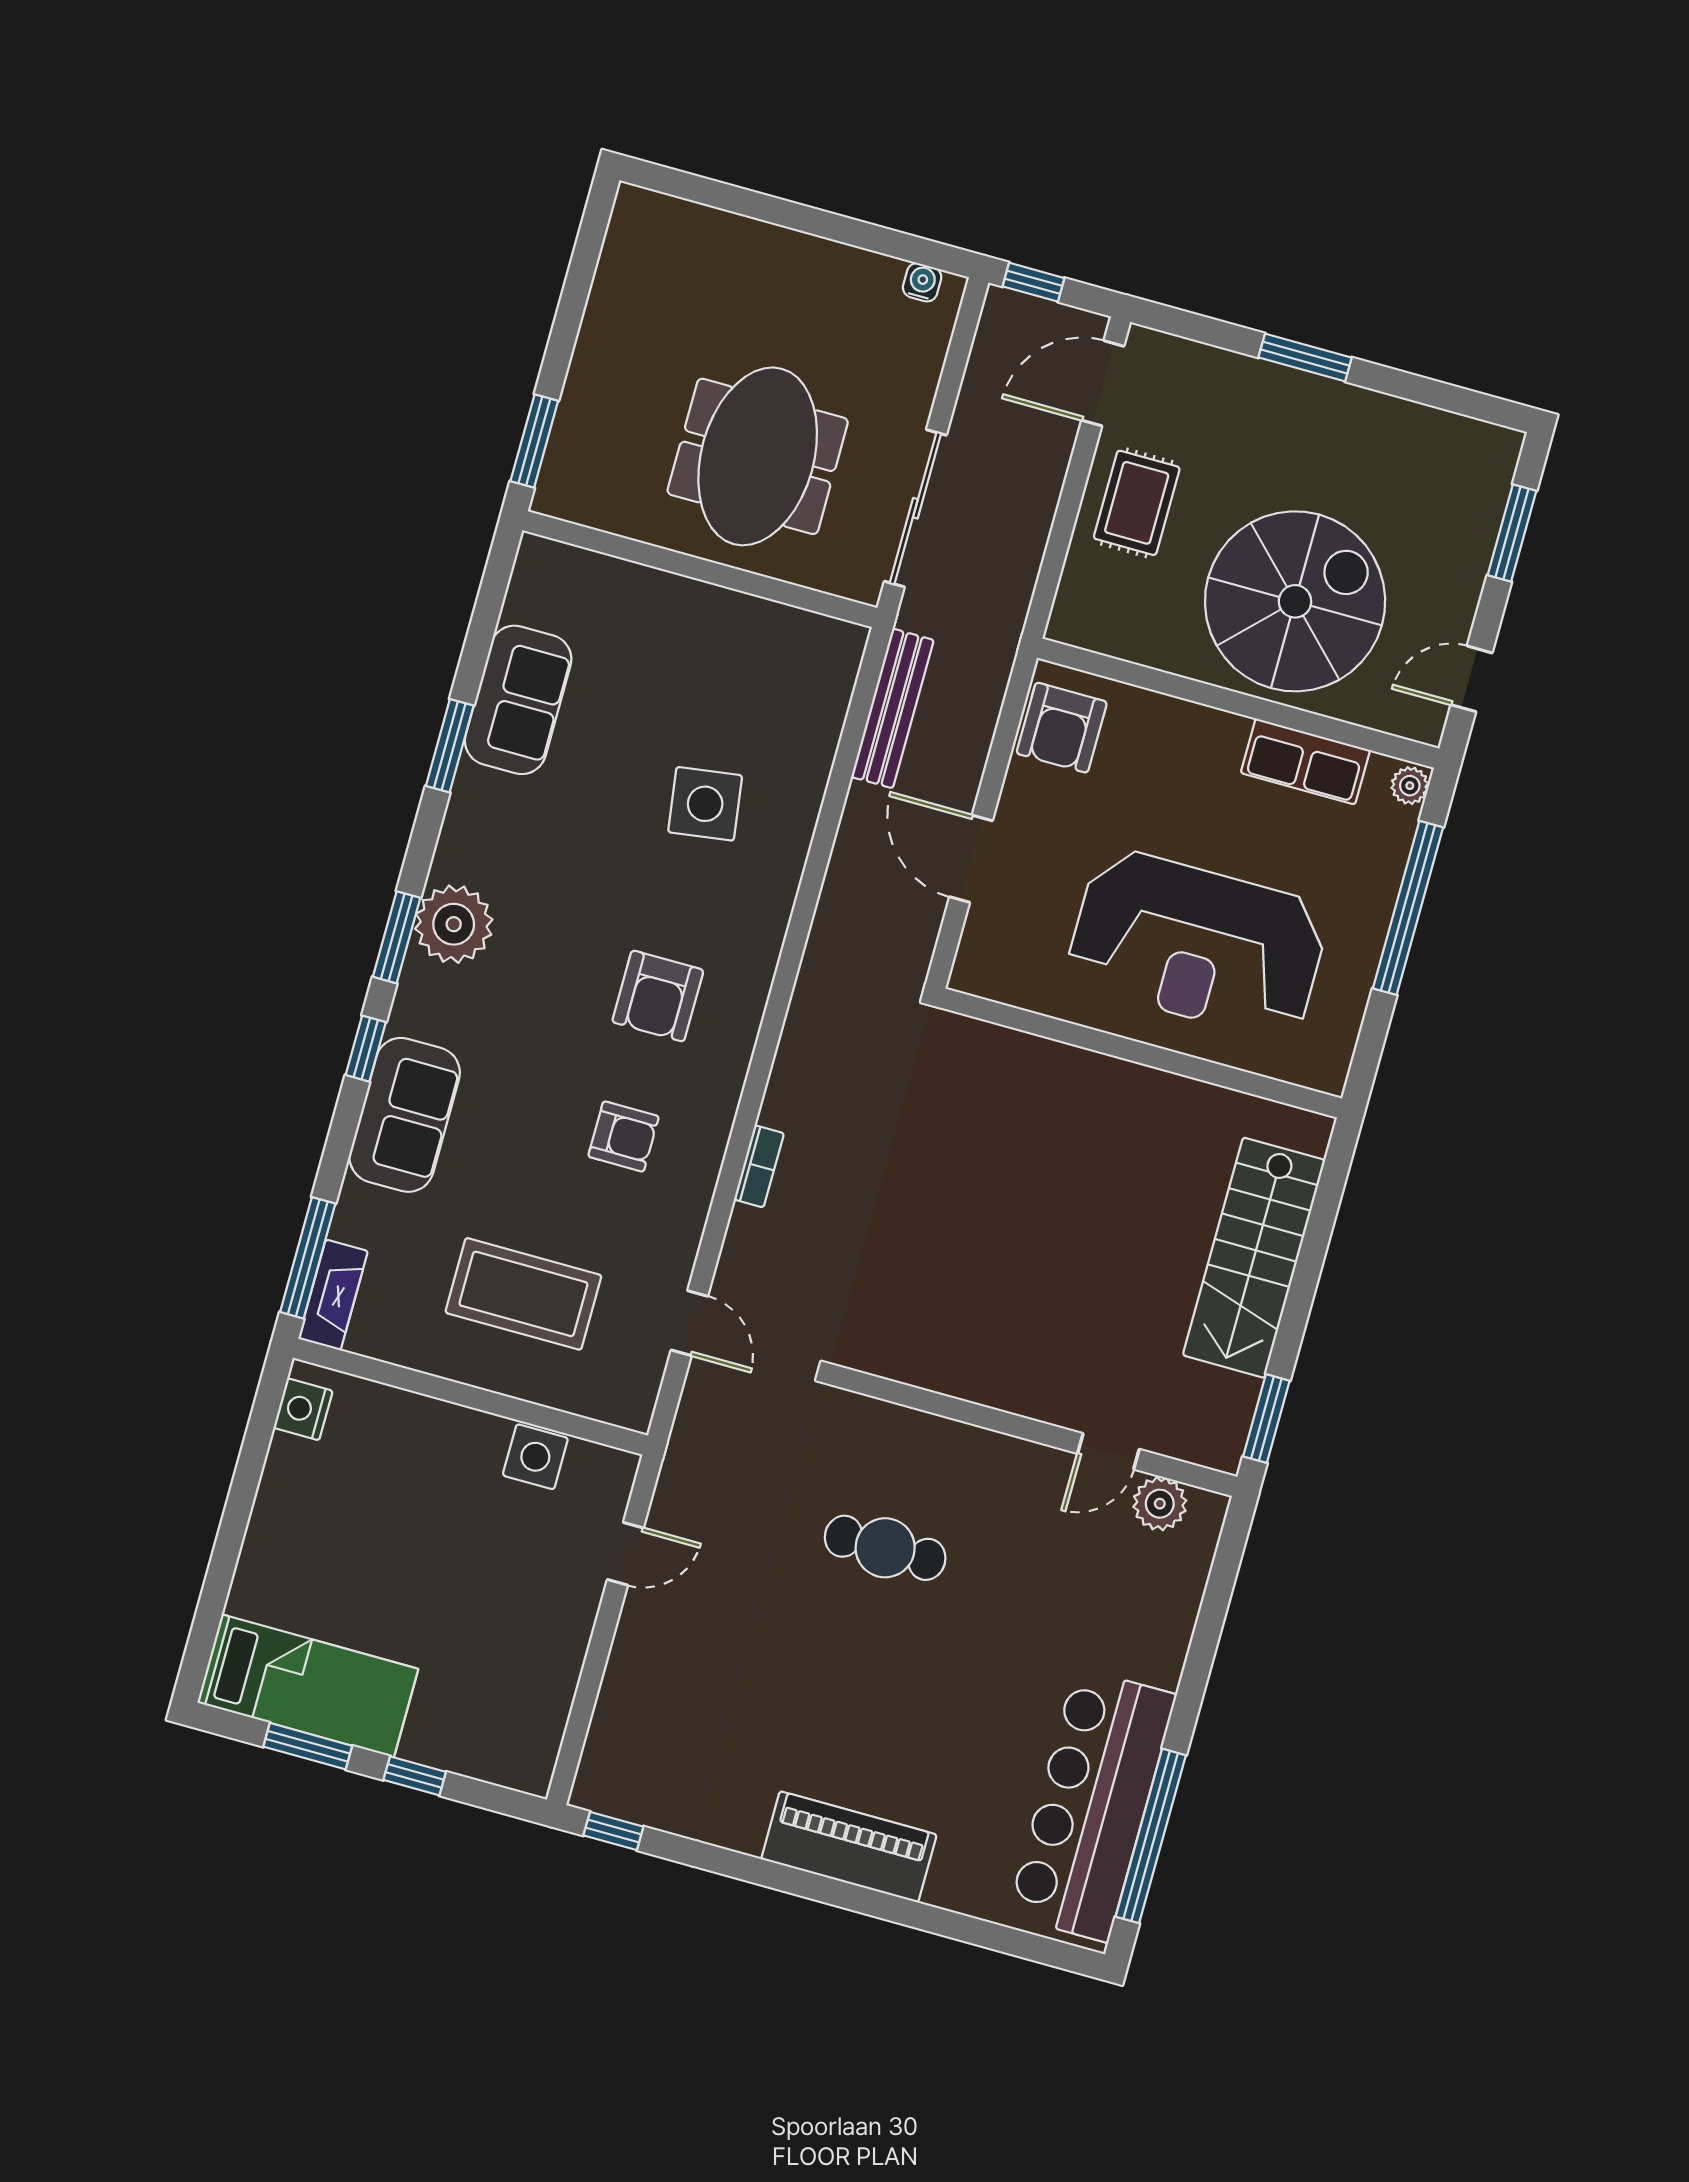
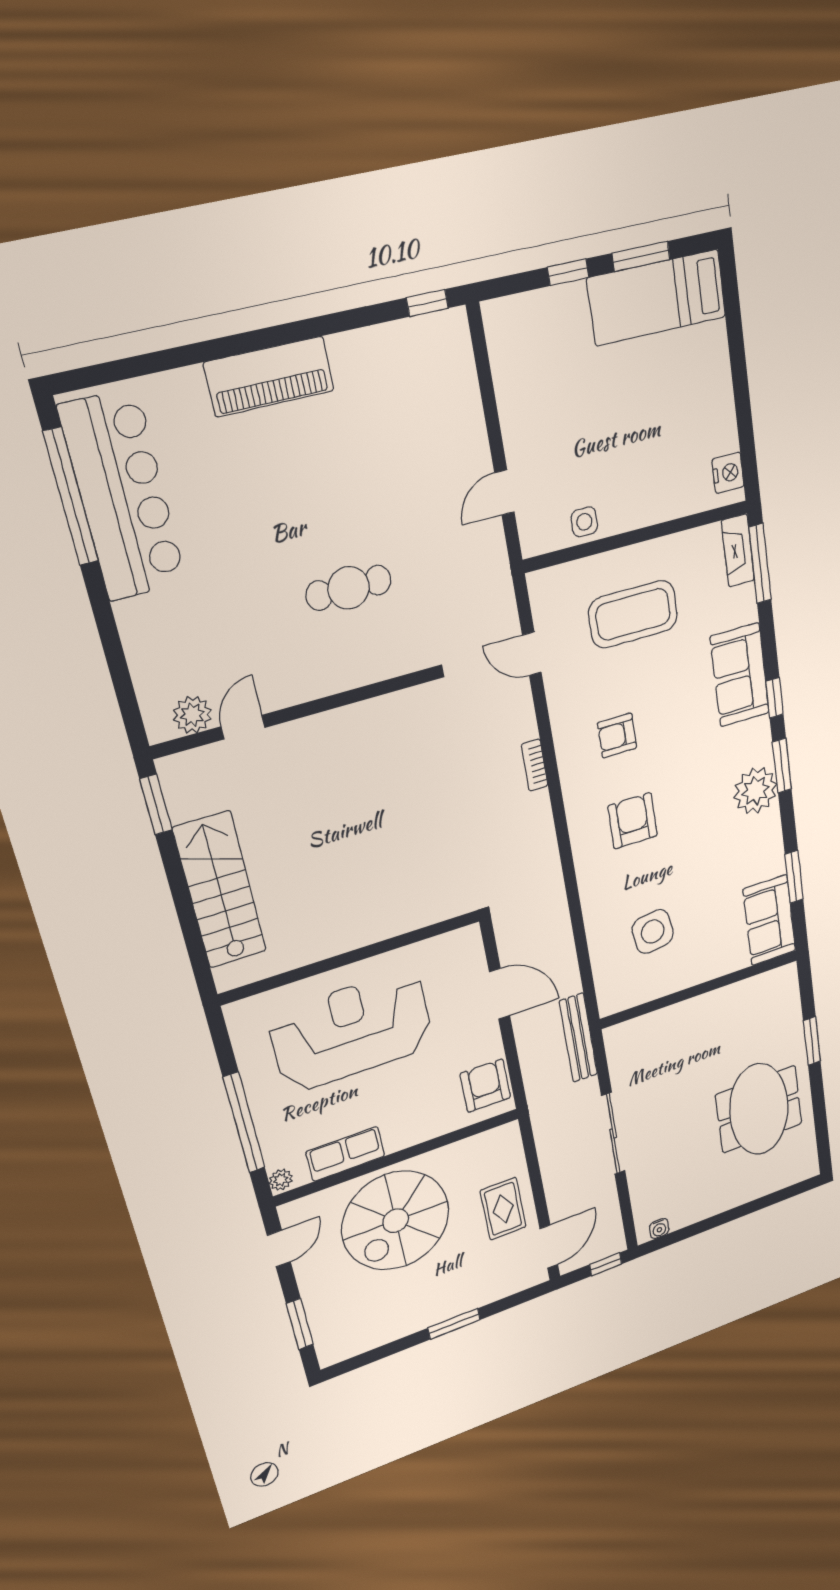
meeting table: (758, 456) -> (759, 1109), moved
wall: (700, 569) -> (700, 989), moved
side table: (535, 1457) -> (584, 522), width x0.73, depth x0.73

